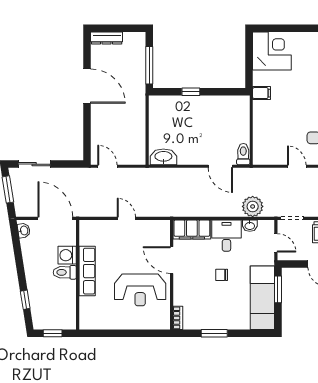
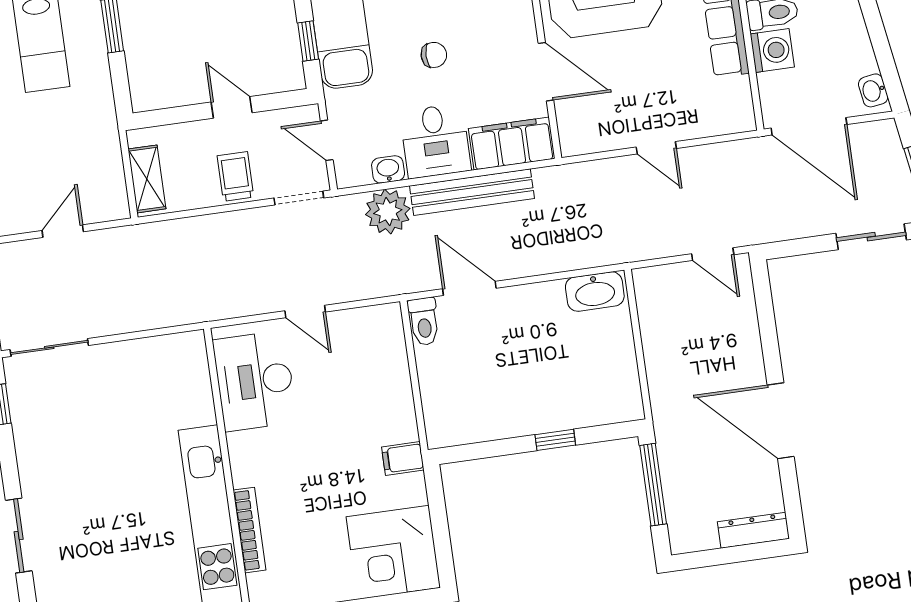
bench: (213, 210) -> (472, 192), added
window: (278, 289) -> (308, 41), width x0.67

